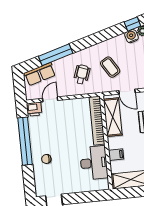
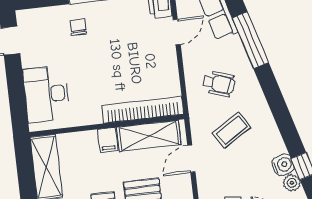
door: (50, 99) -> (177, 32), hinge flipped
filing cabinet: (116, 155) -> (108, 140), moved
desk: (94, 163) -> (46, 94), moved, turned 90

